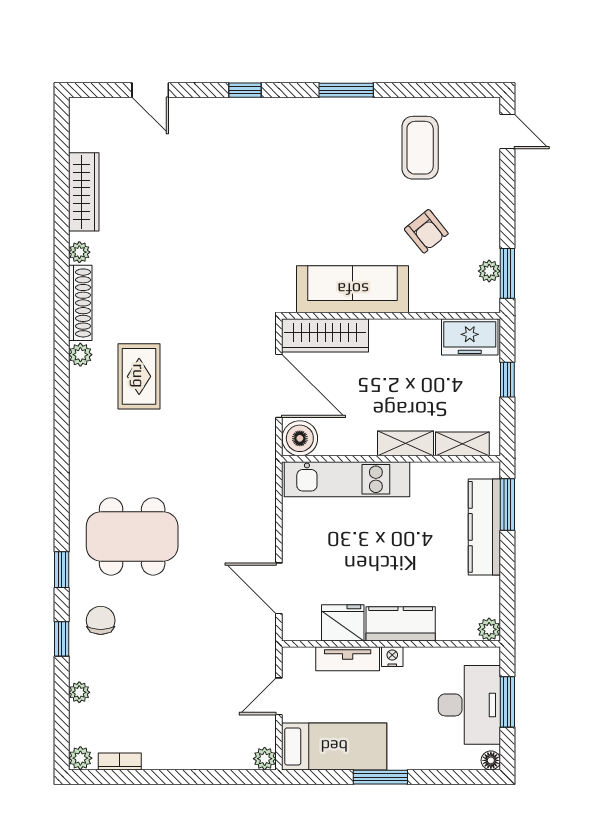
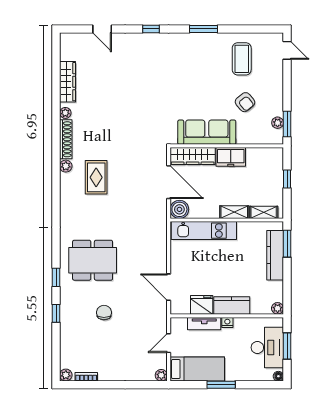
freezer: (470, 337) -> (231, 157), moved
chair: (101, 620) -> (104, 313), moved
plant: (79, 692) -> (65, 341), removed

